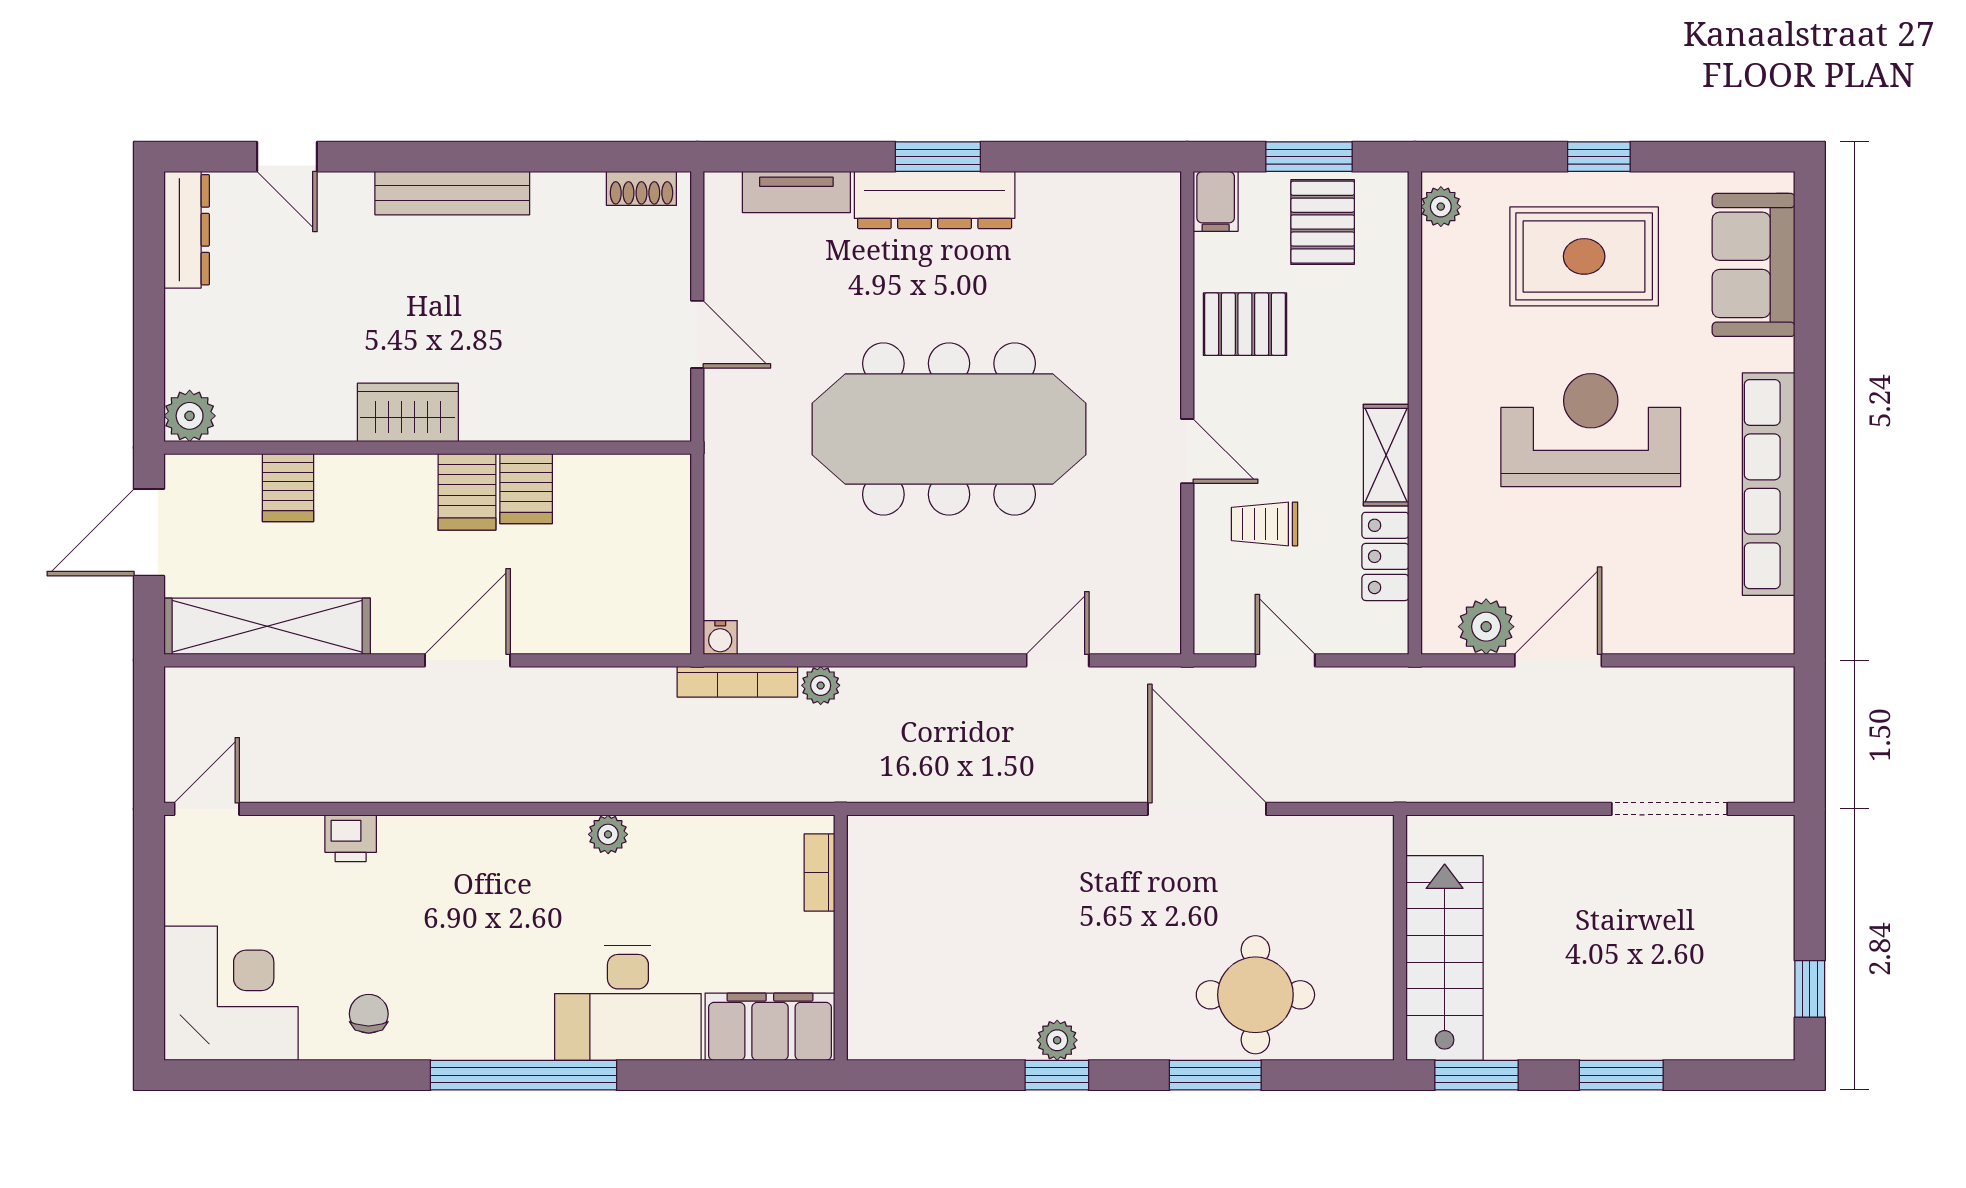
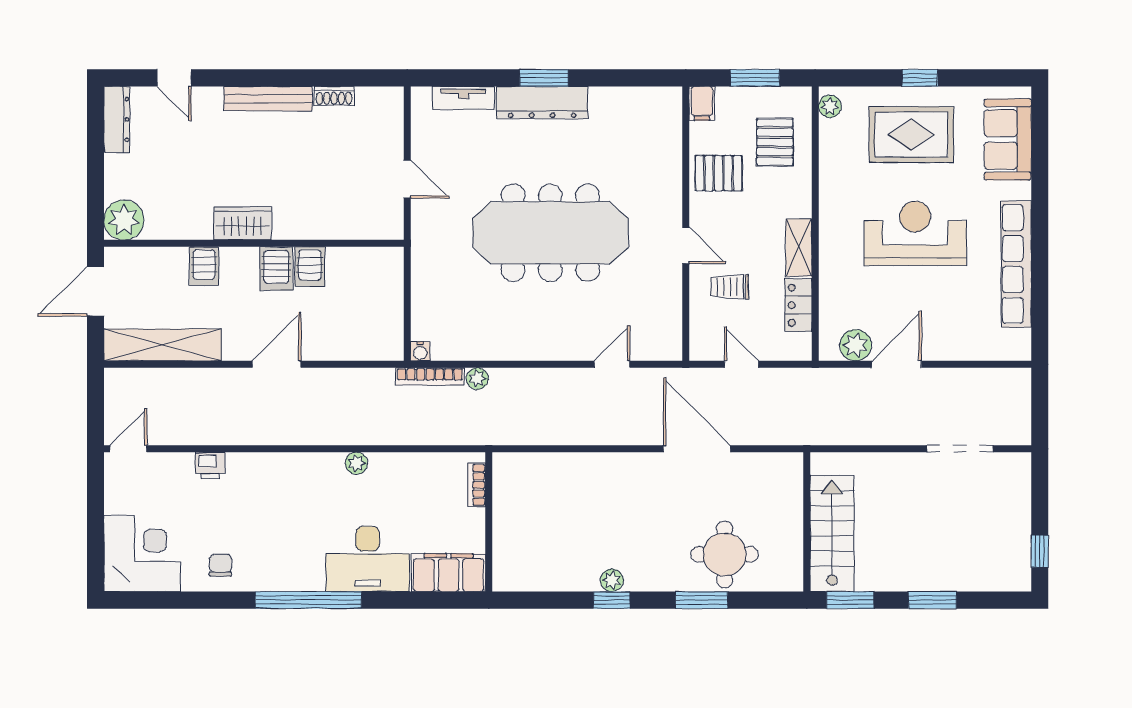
shoe rack: (641, 188) -> (334, 96), moved
pallet: (1323, 222) -> (775, 142), moved
plant: (190, 416) -> (124, 220), width x1.36, depth x1.36
server rack: (288, 488) -> (204, 266), moved

